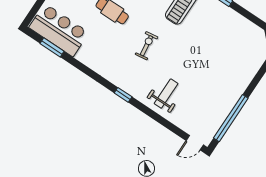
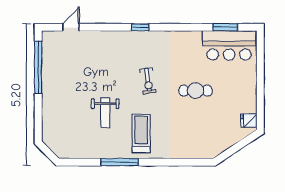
weight bench: (166, 94) -> (105, 113), moved
door: (195, 143) -> (71, 27), moved

